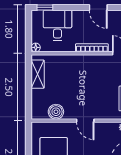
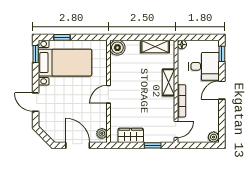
door: (98, 7) -> (222, 90), moved
shelving: (73, 61) -> (168, 82), added
boiler: (56, 112) -> (117, 48), moved

